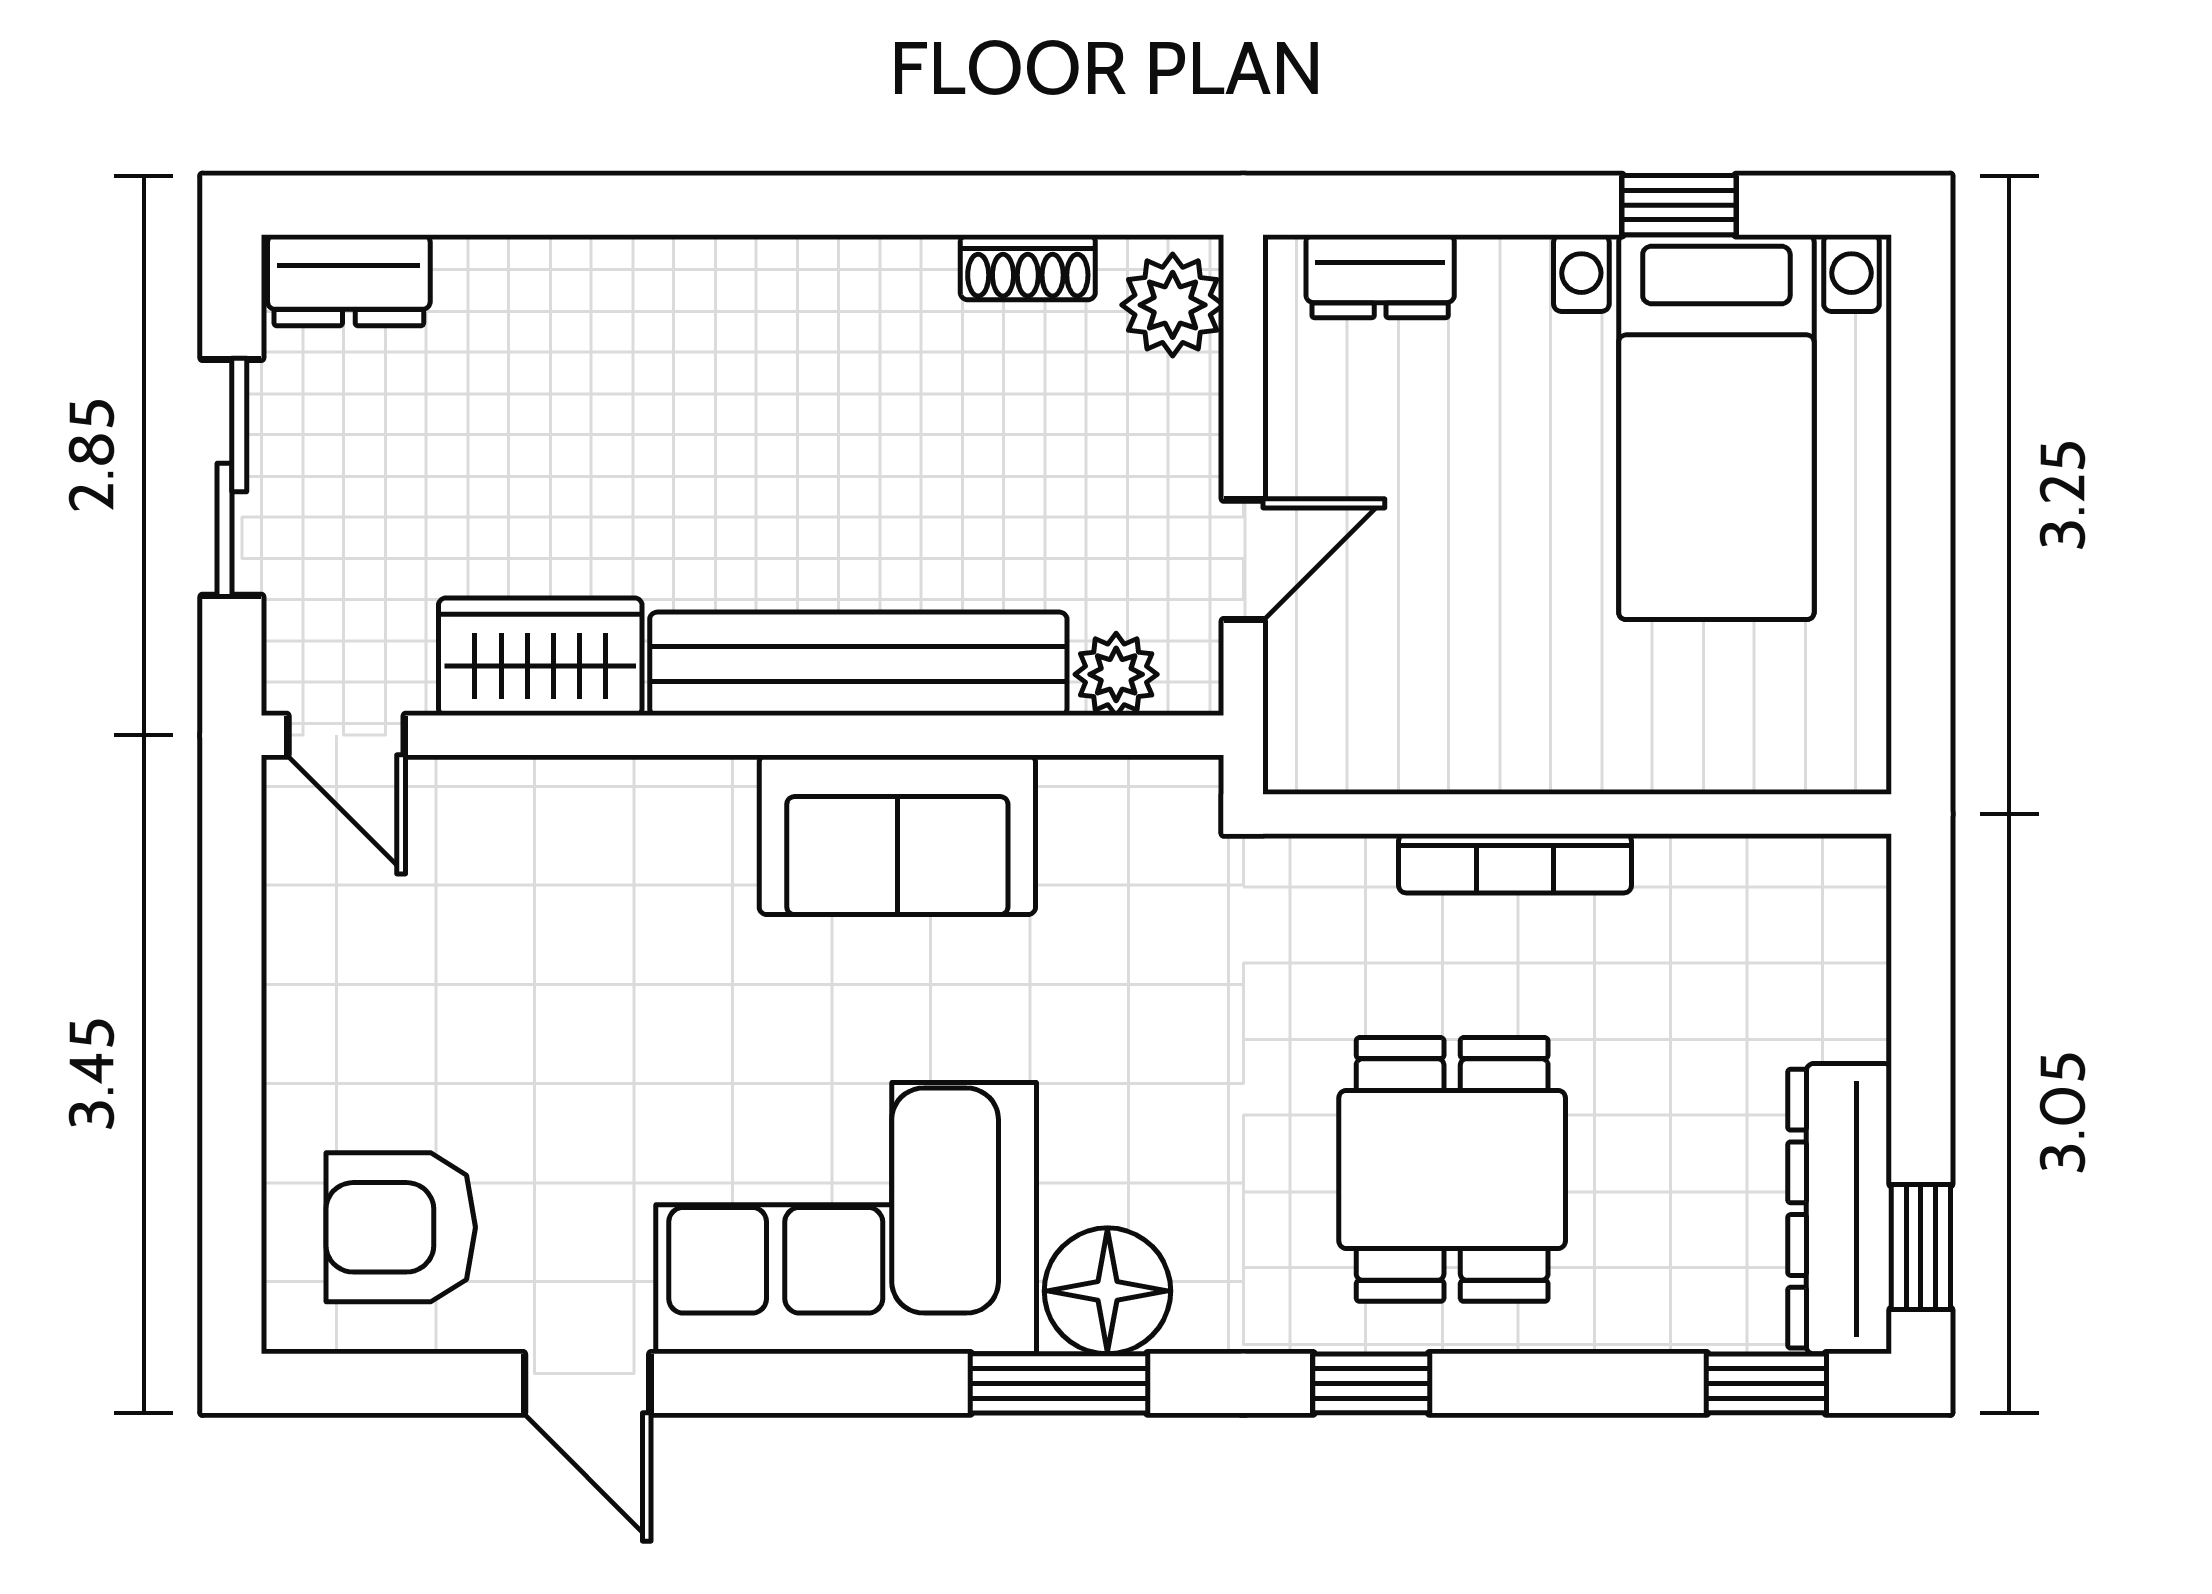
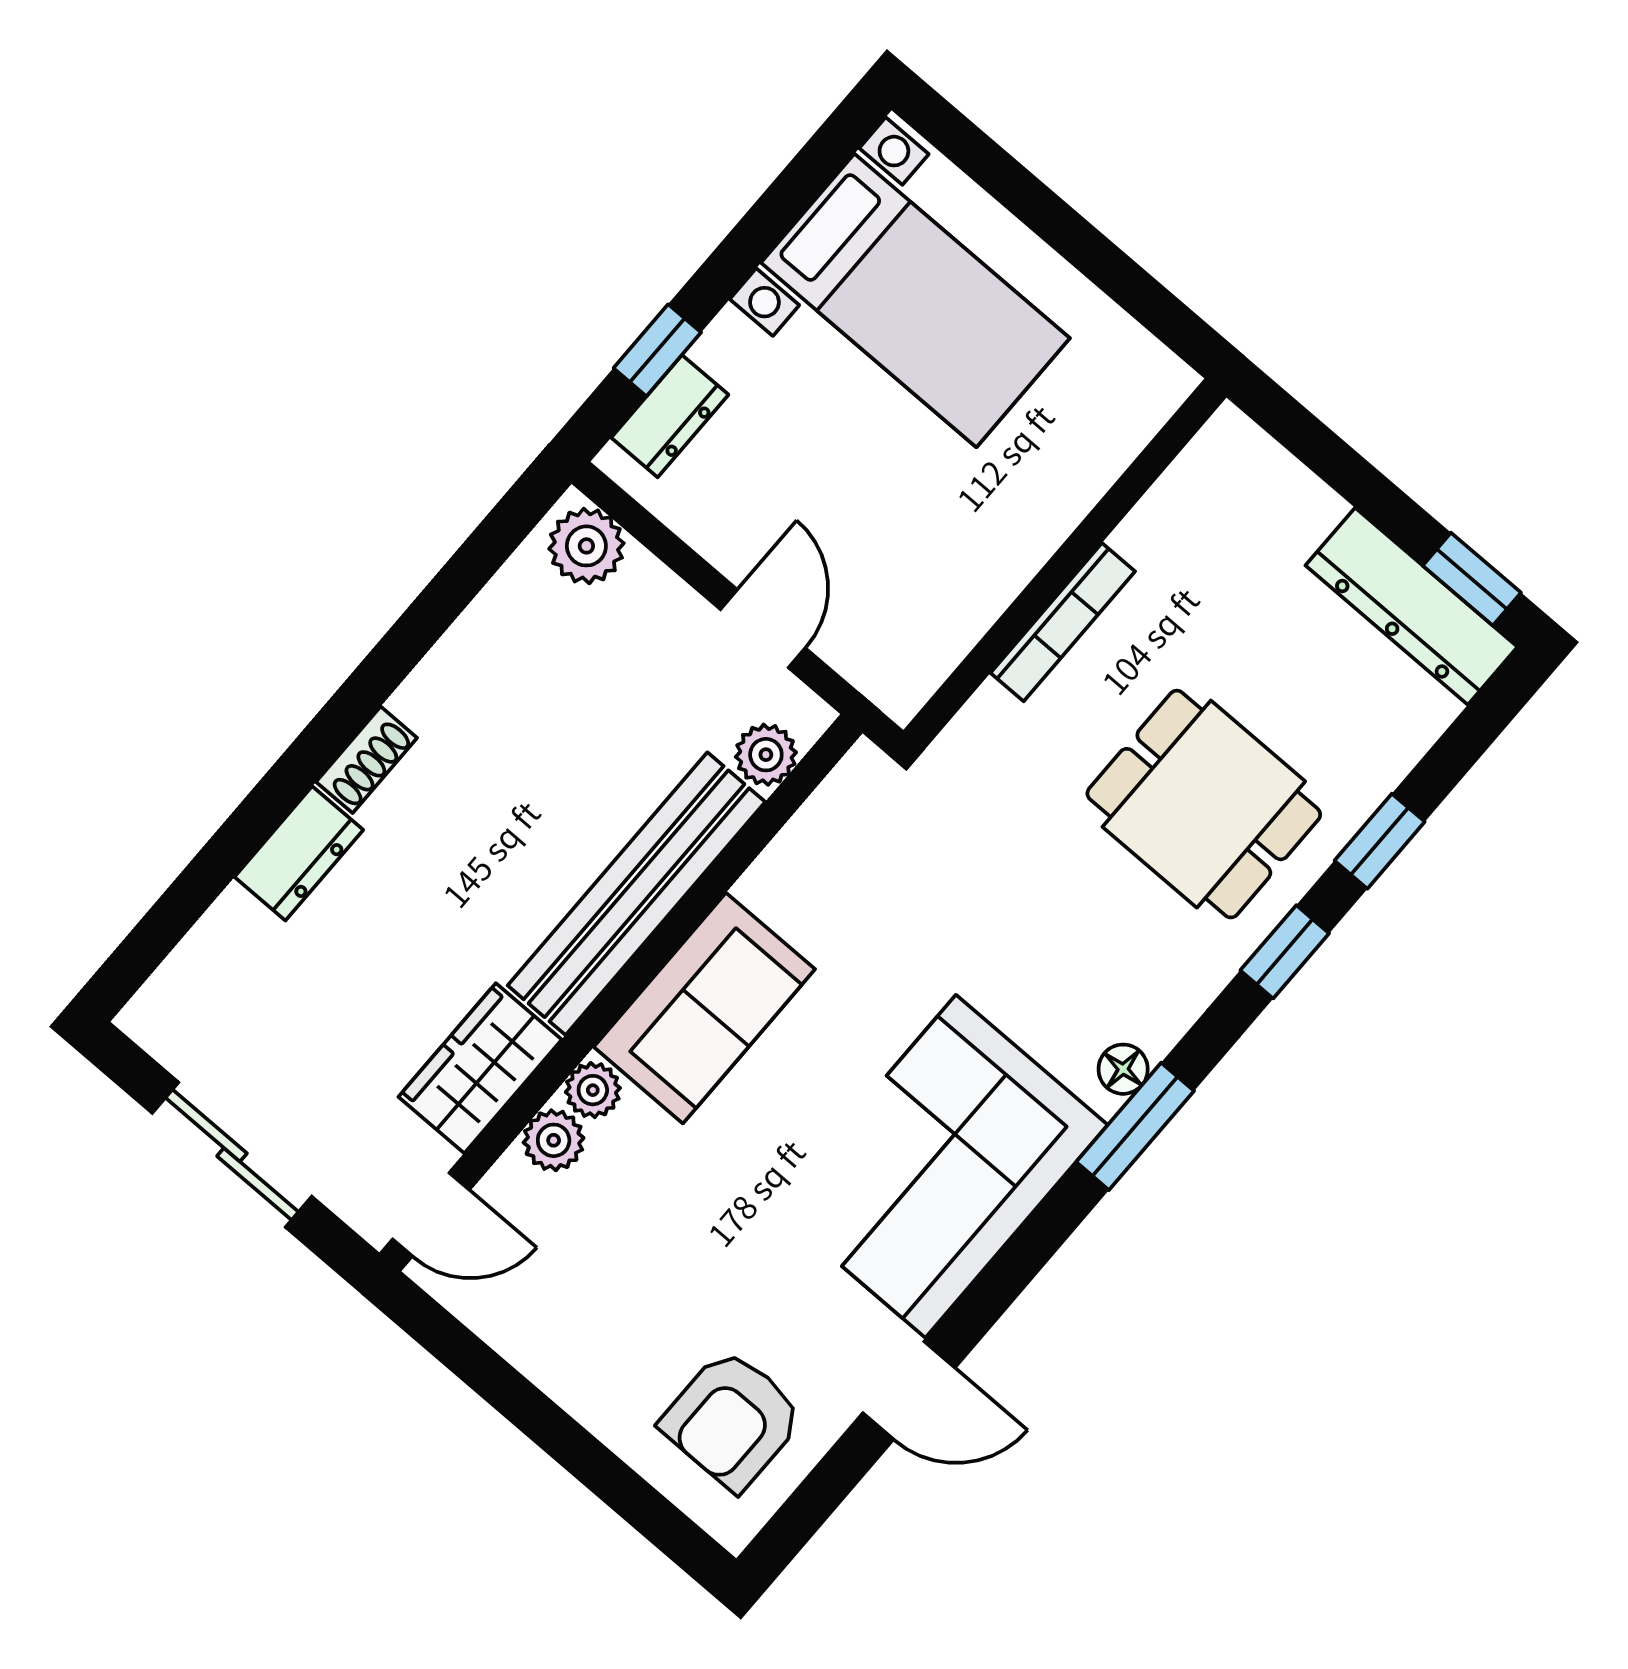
window: (1679, 205) -> (657, 350), moved
shoe rack: (1028, 267) -> (367, 760), moved
dresser: (349, 280) -> (299, 853), moved
plant: (617, 792) -> (593, 1090), added
plant: (531, 796) -> (554, 1140), added
sofa: (897, 835) -> (704, 1008), moved
floor lamp: (1107, 1291) -> (1123, 1069), width x0.53, depth x0.53
window: (1766, 1383) -> (1380, 841), moved

